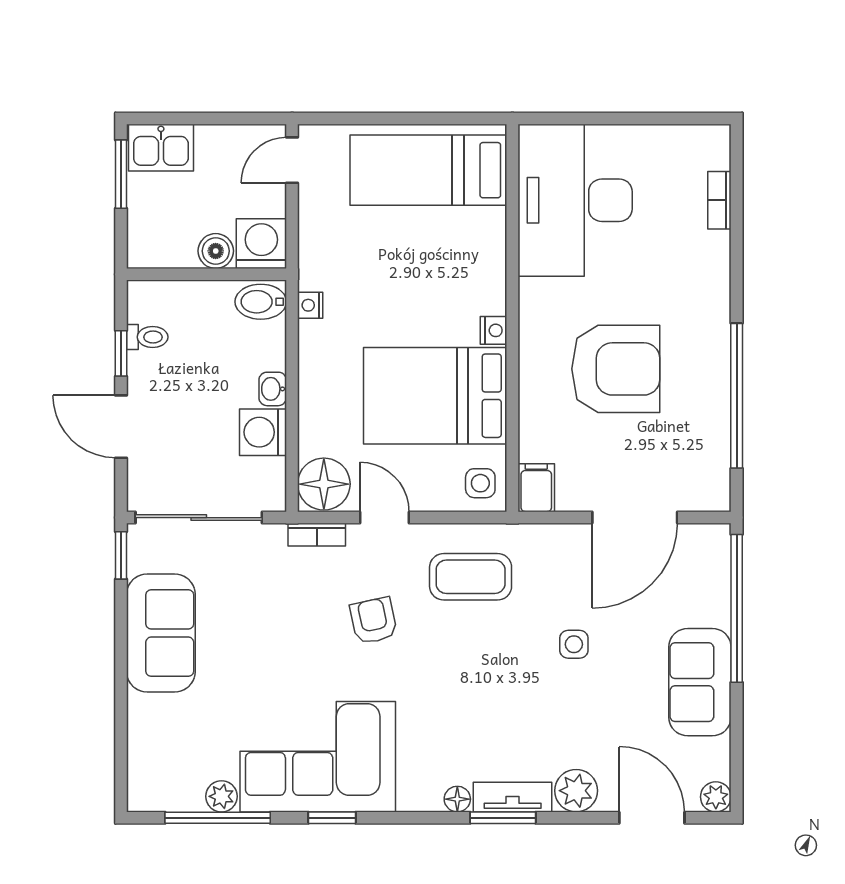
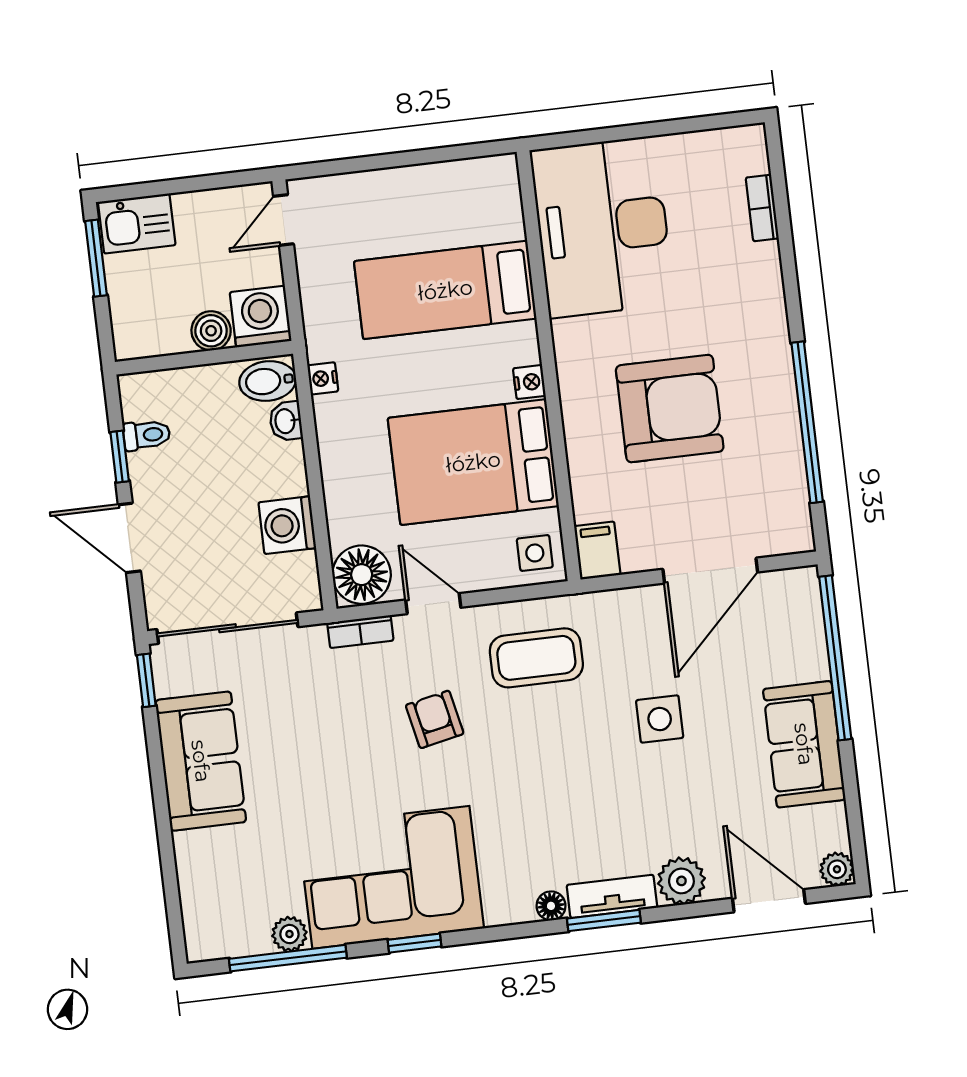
bed: (428, 170) -> (445, 290), moved
washbasin: (273, 389) -> (286, 421), moved
side table: (574, 644) -> (660, 719), width x1.37, depth x1.37

